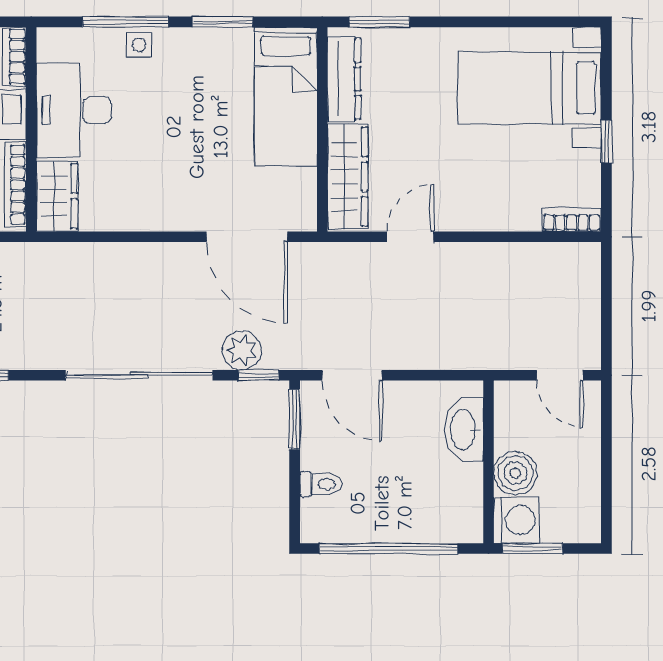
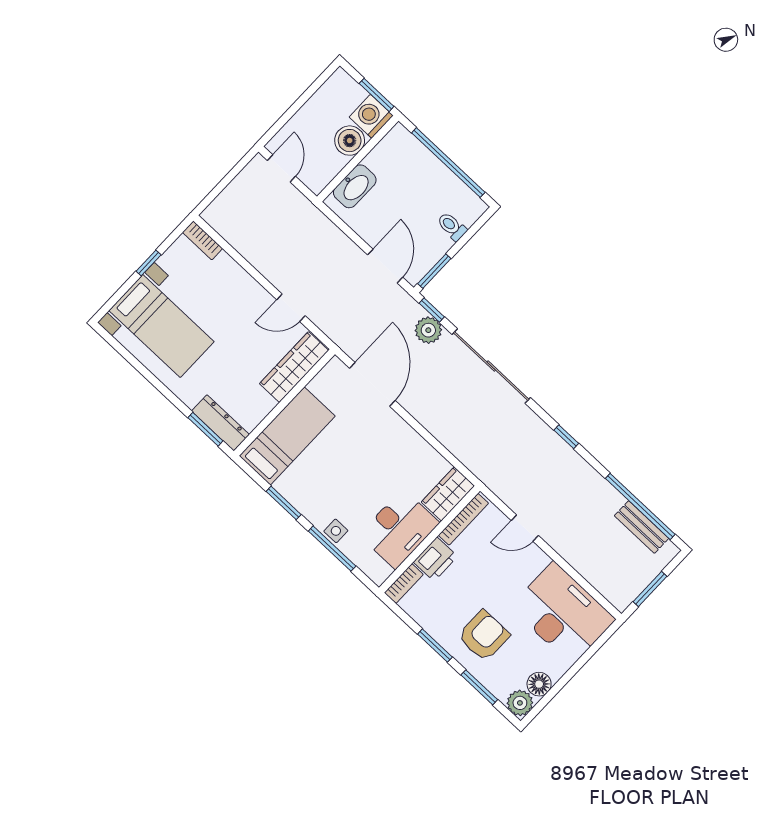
dresser: (344, 79) -> (220, 423), moved, turned 90

